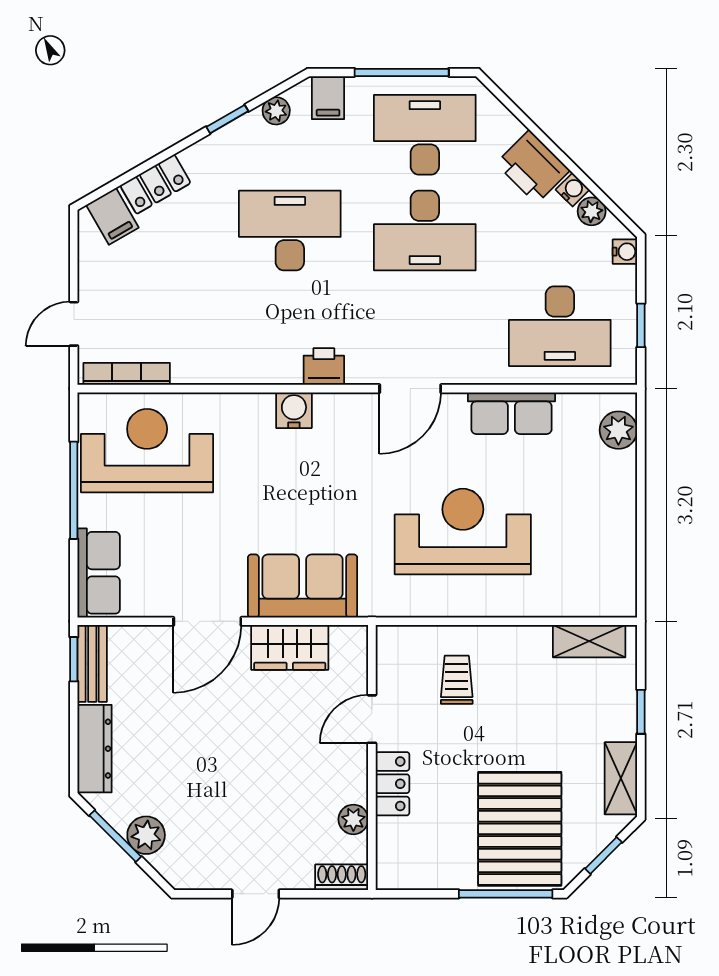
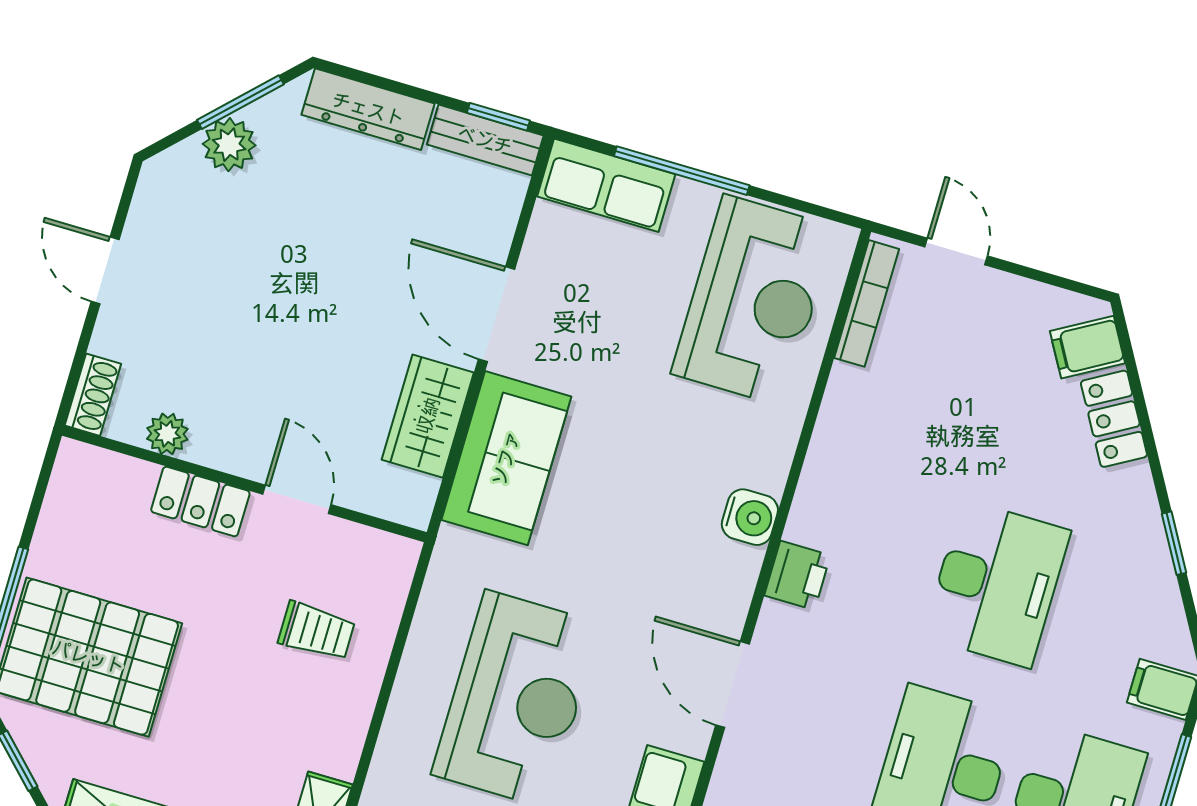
plant: (276, 111) -> (1166, 613), removed
window: (74, 490) -> (682, 171), moved

